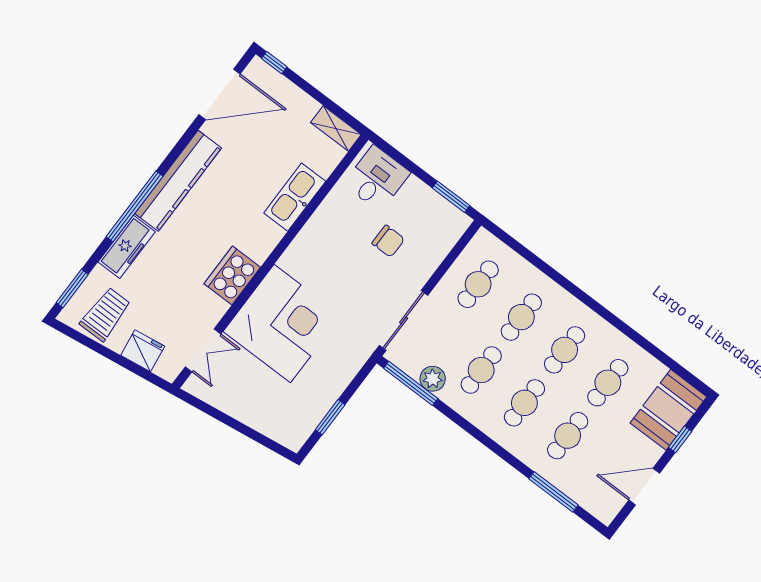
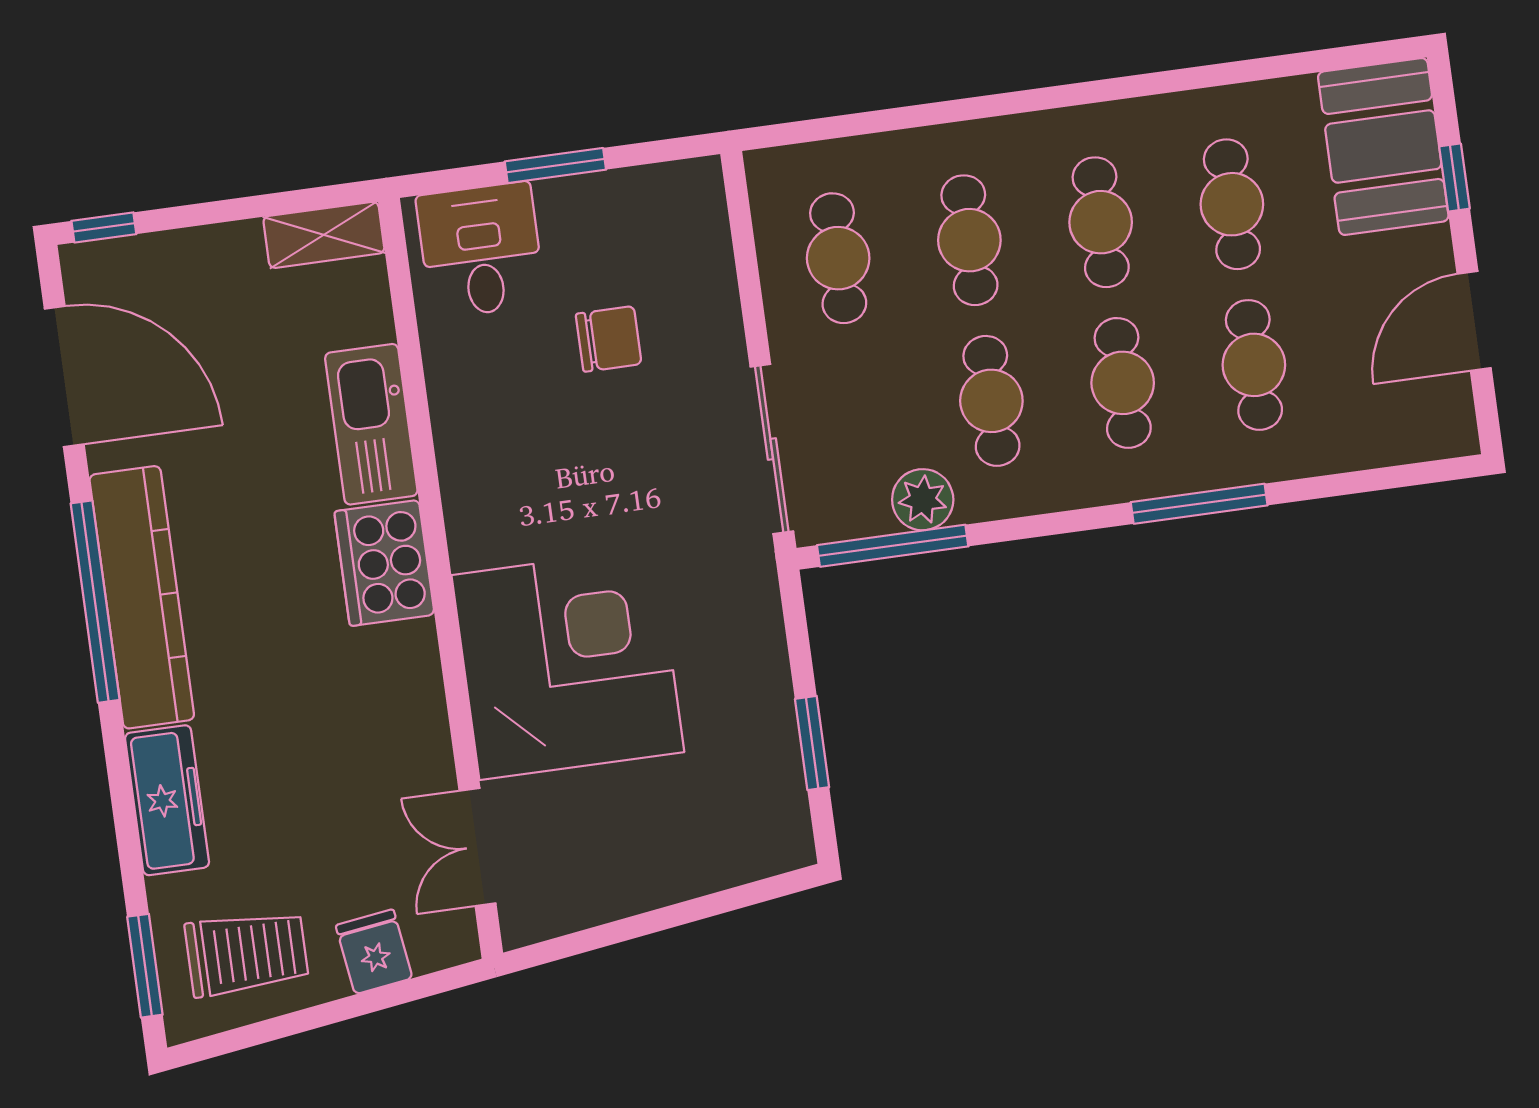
door: (220, 94) -> (64, 376), hinge flipped
window: (451, 197) -> (555, 166), moved
window: (134, 206) -> (95, 602), moved
cooker: (232, 275) -> (384, 563), moved
trolley: (105, 314) -> (247, 953), turned 90
double door: (203, 350) -> (478, 847), swing flipped
fridge: (143, 351) -> (374, 952), width x0.72
window: (554, 492) -> (1199, 504), moved

